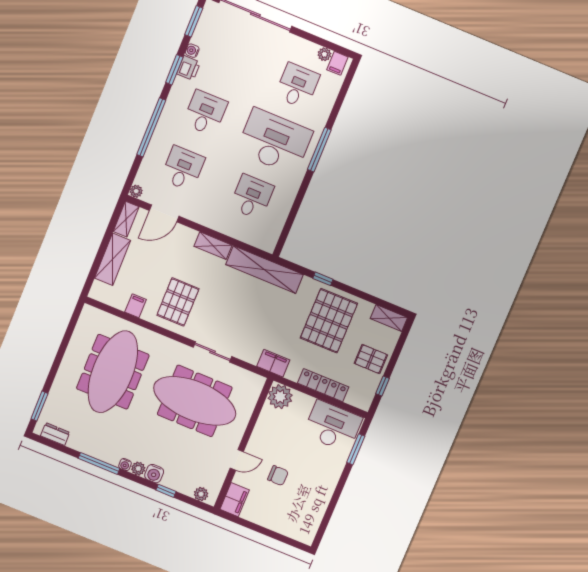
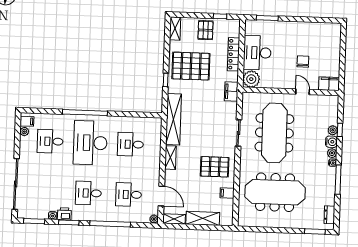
window: (319, 150) -> (85, 113), width x1.46
desk: (333, 426) -> (257, 53), moved
plant: (201, 494) -> (333, 130), moved

